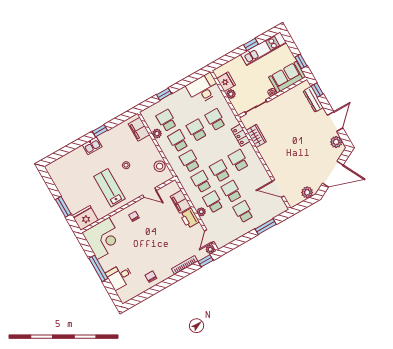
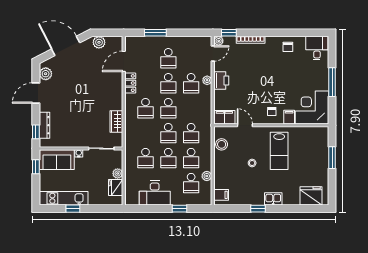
desk: (203, 89) -> (155, 193), moved
filing cabinet: (139, 129) -> (221, 195), width x0.50
locker: (241, 135) -> (130, 83), moved
school desk: (201, 182) -> (168, 133), moved
door: (278, 188) -> (124, 61), swing flipped
filing cabinet: (181, 202) -> (224, 117), moved, turned -90
fridge: (85, 218) -> (311, 196), moved, turned 180
filing cabinet: (117, 220) -> (289, 117), added
desk: (120, 276) -> (317, 48), moved, turned -90

